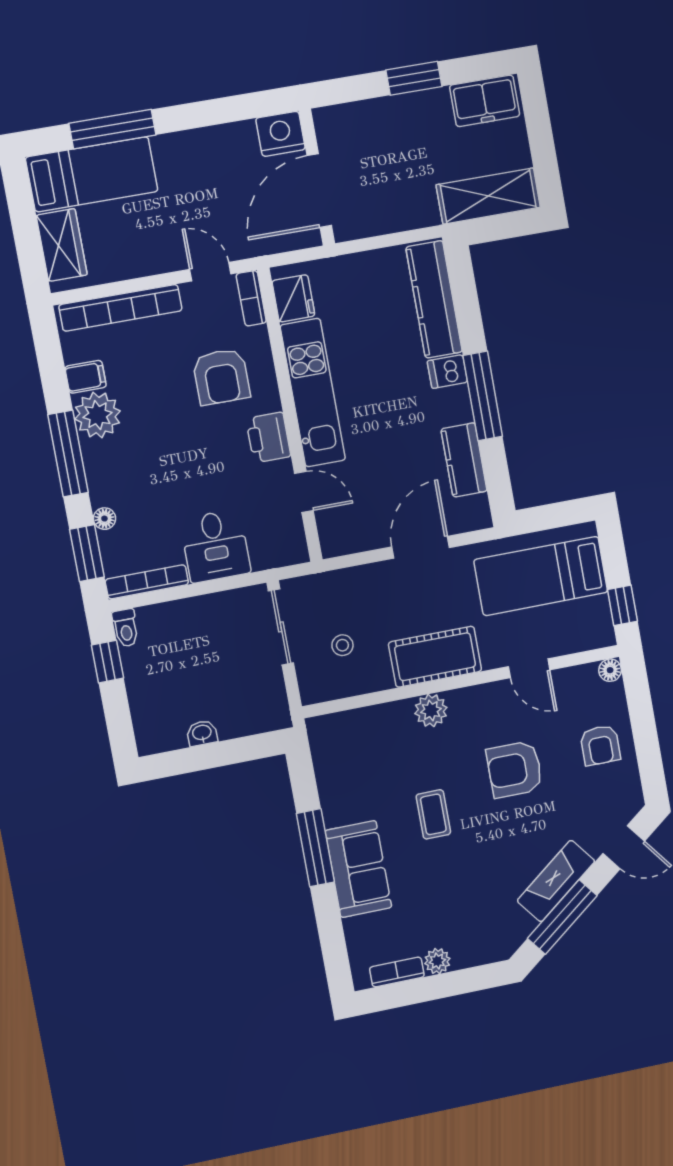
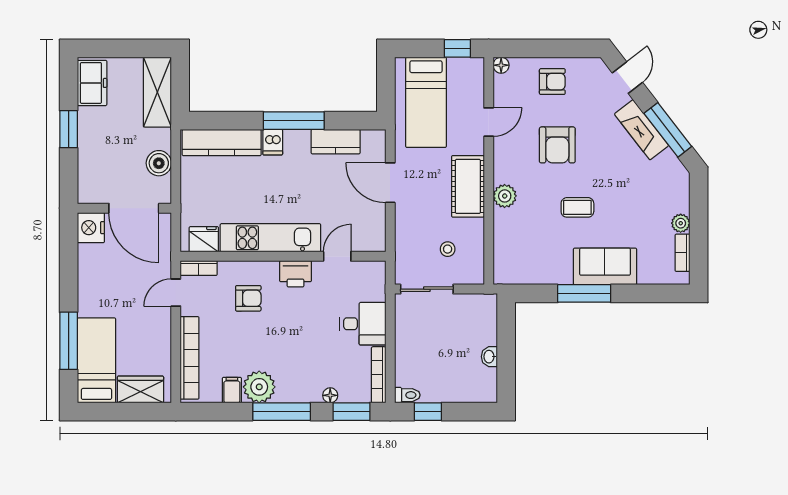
boiler: (389, 215) -> (159, 163), added
armchair: (221, 377) -> (248, 298), width x0.72, depth x0.72

